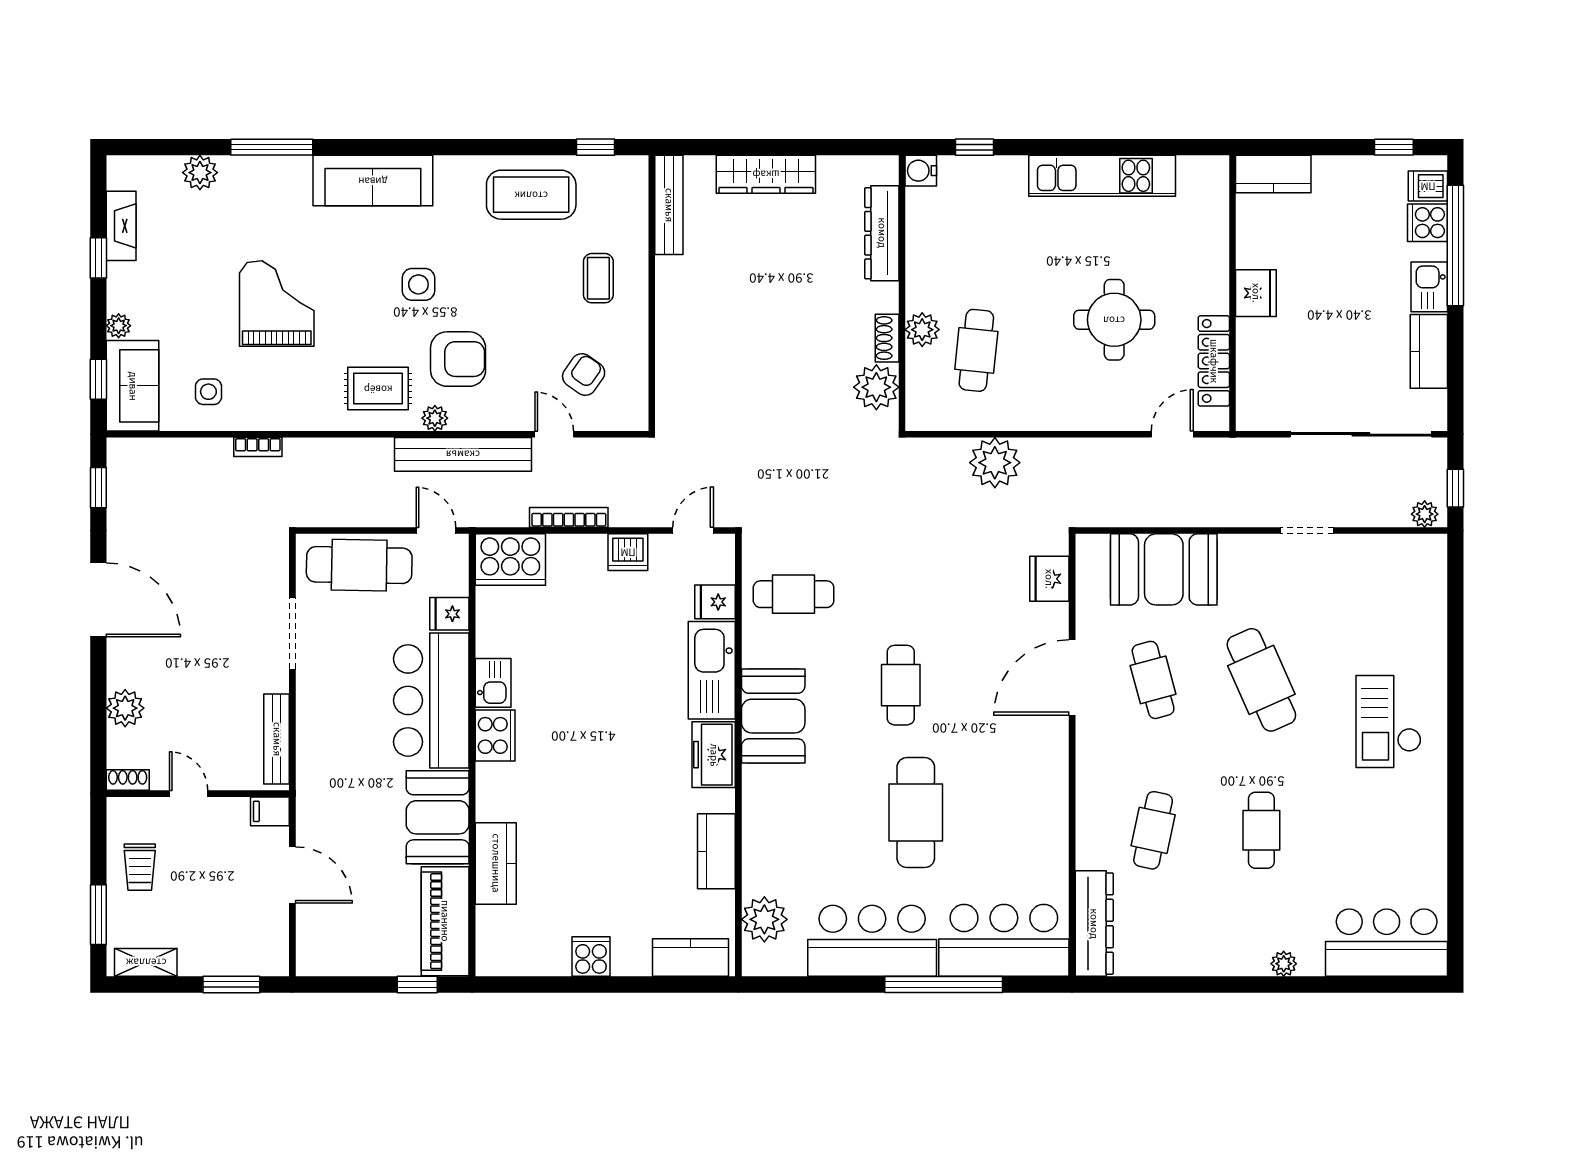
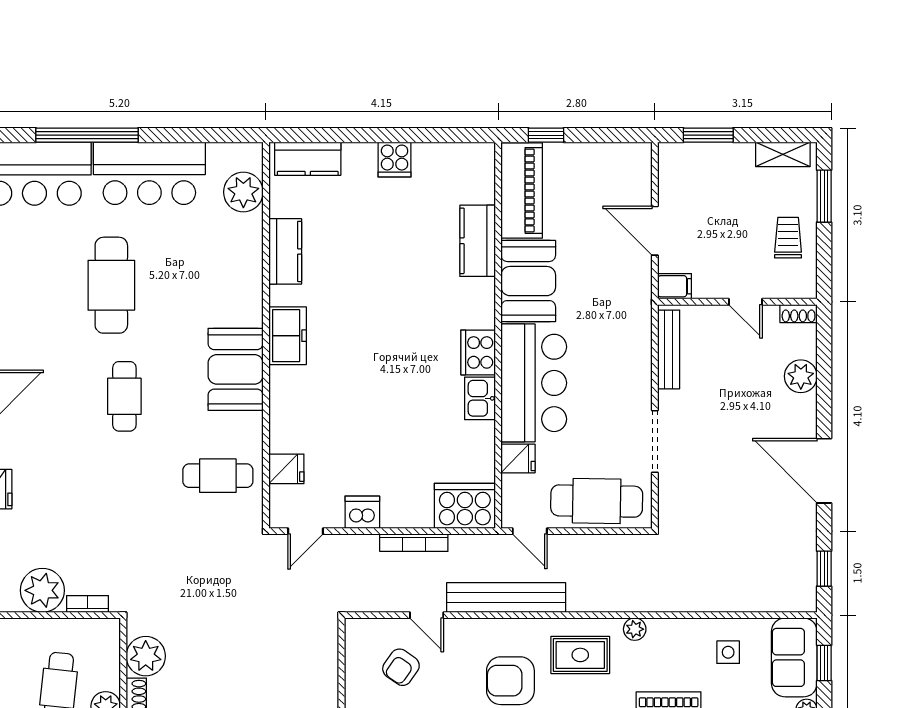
plant: (435, 418) -> (635, 629), moved
bookcase: (258, 447) -> (88, 604), moved
kitchen sink: (712, 670) -> (289, 409), removed

